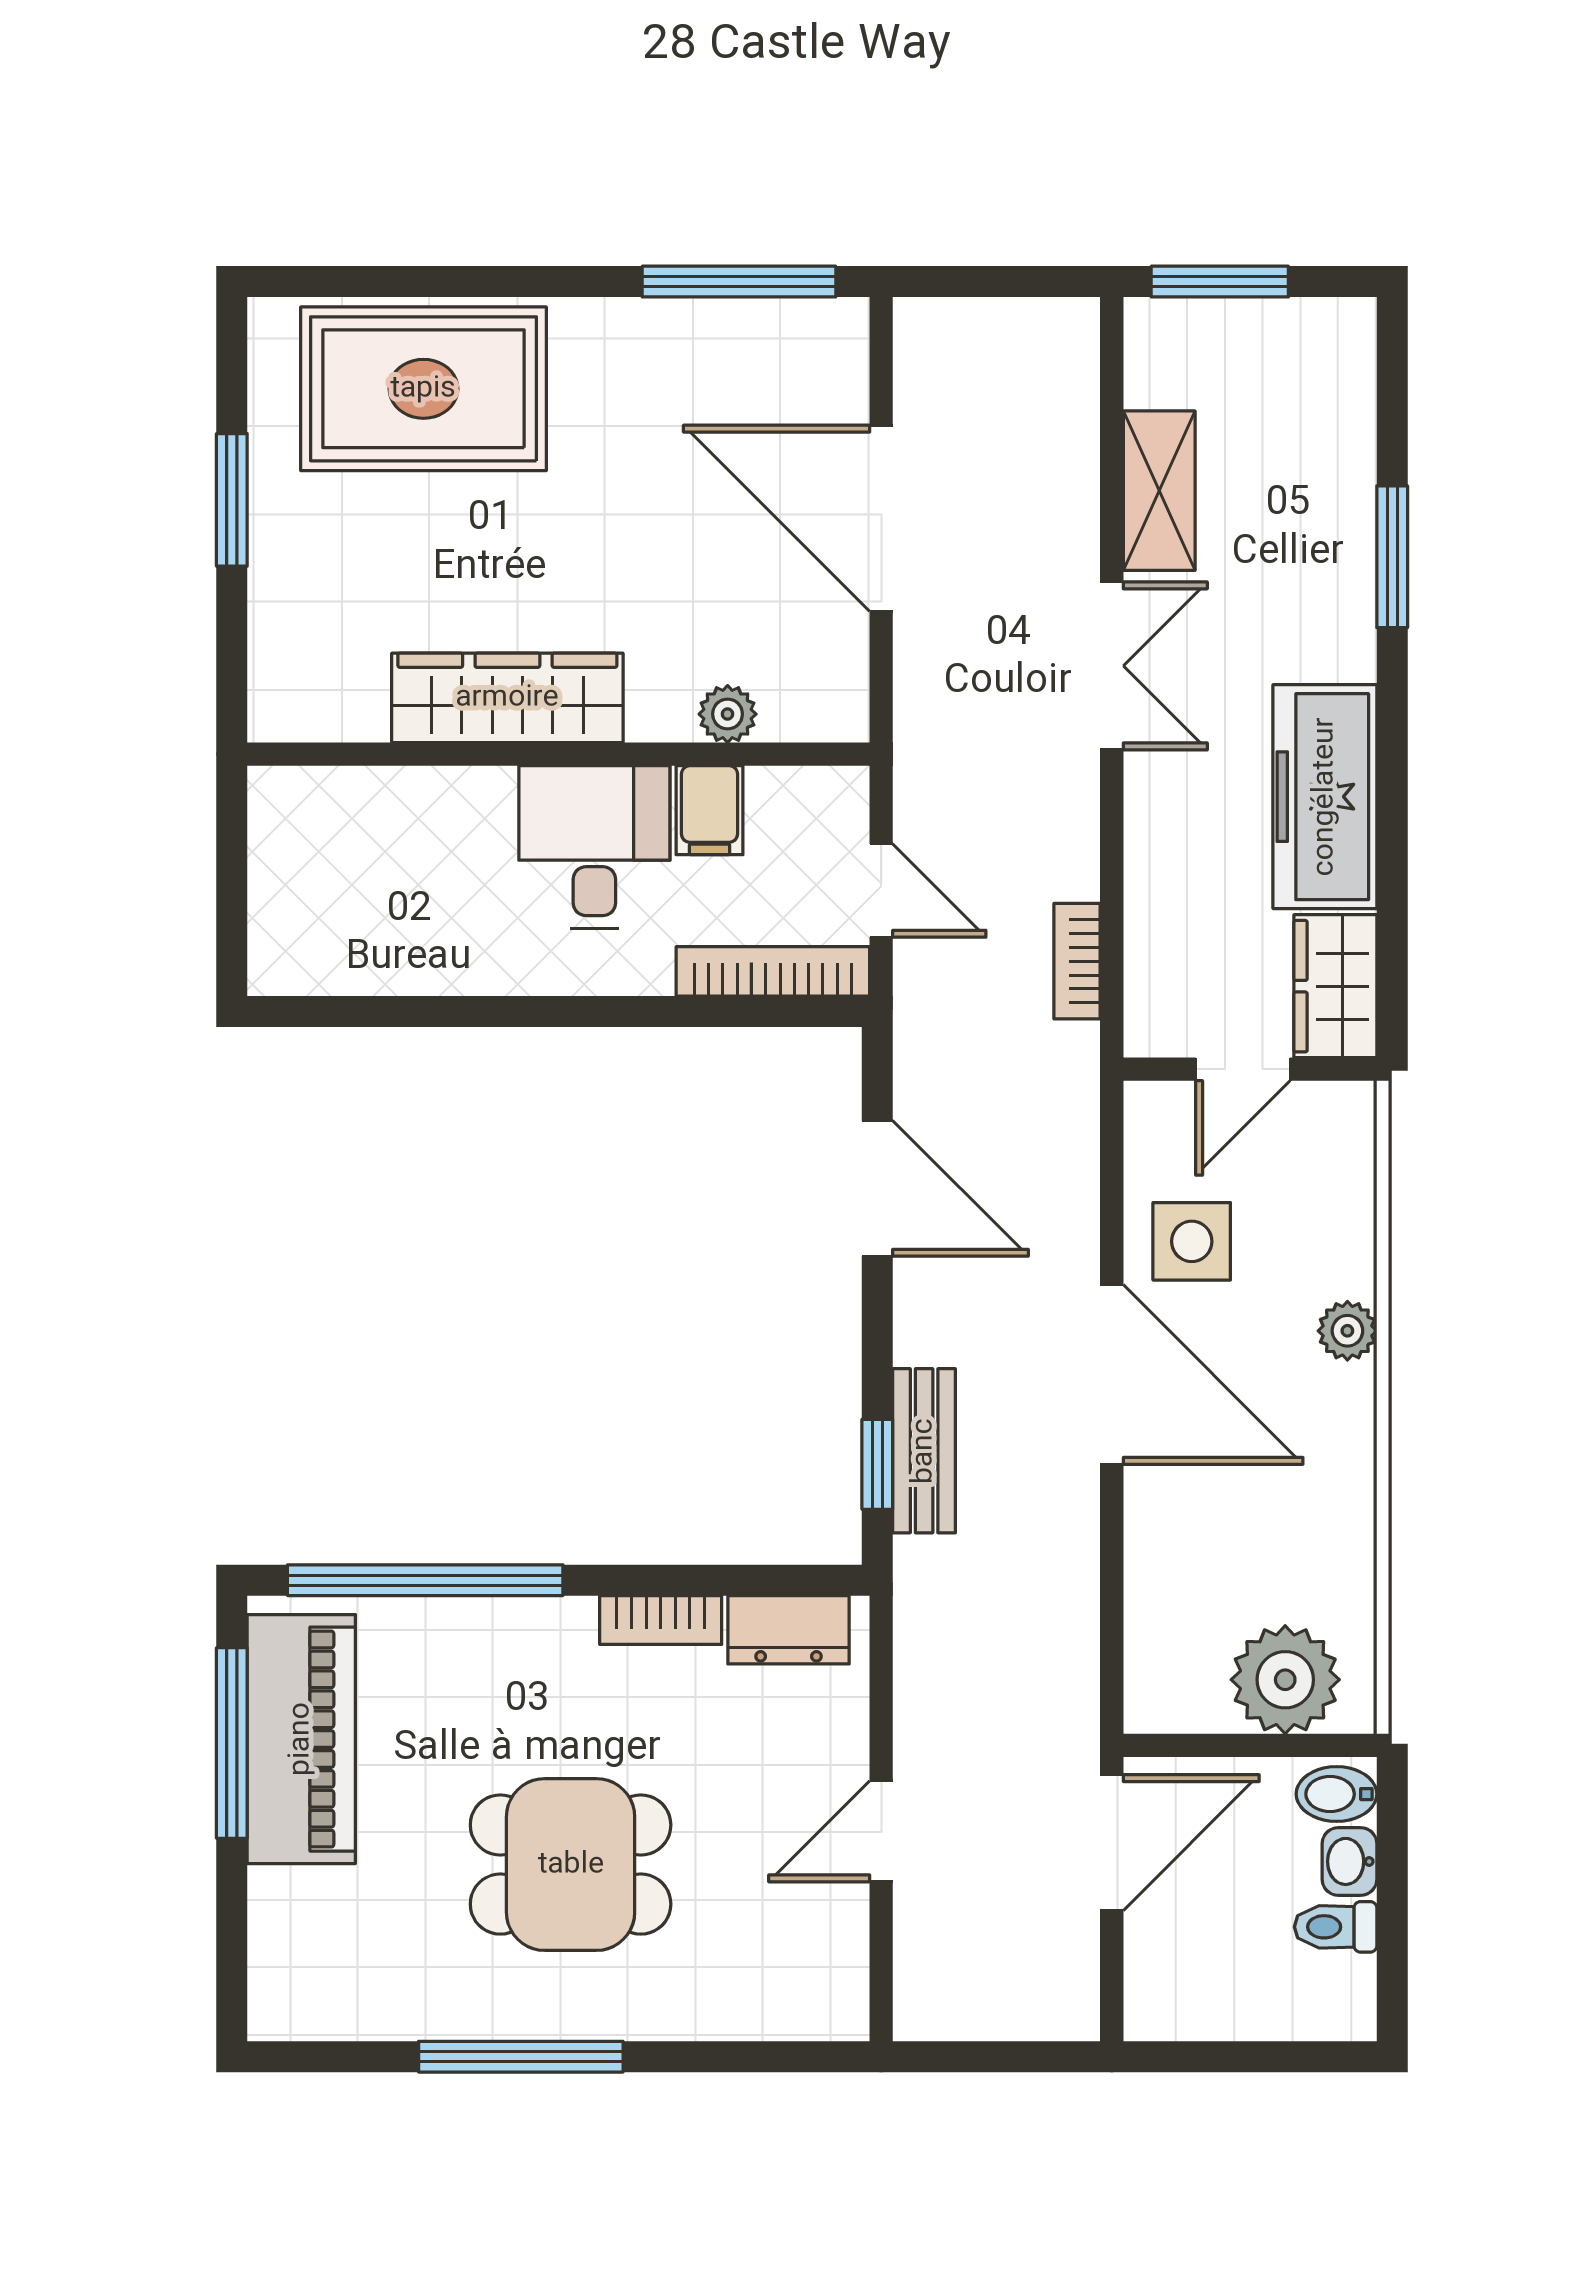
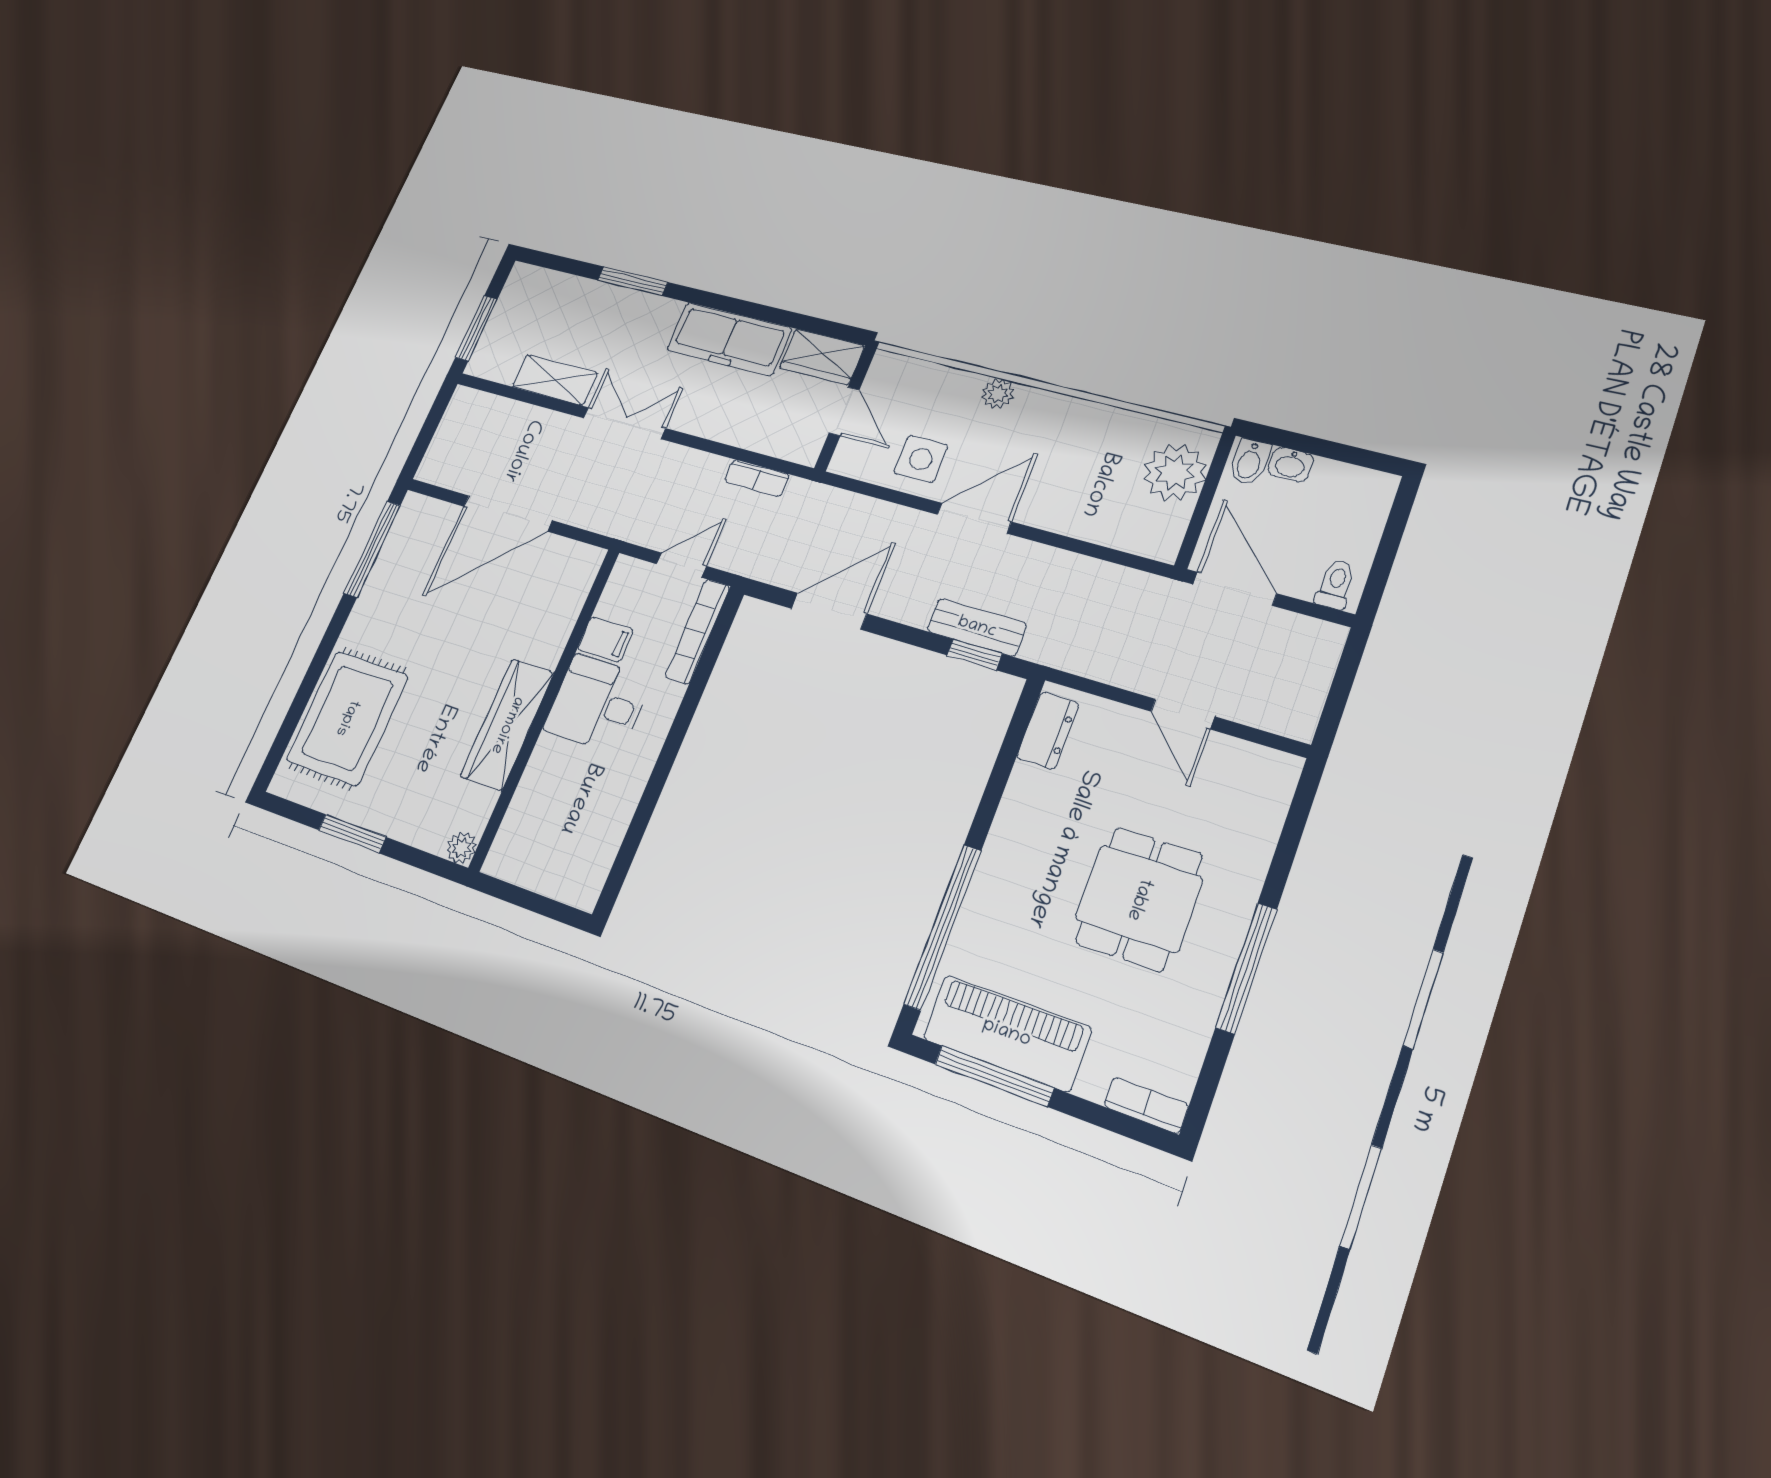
plant: (728, 714) -> (461, 848), moved
door: (1112, 1374) -> (974, 518), width x0.73
bookcase: (661, 1620) -> (1146, 1105), moved, turned -90
toilet: (1336, 1927) -> (1336, 584), moved, turned 180

